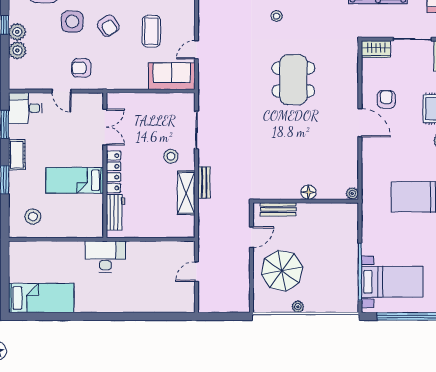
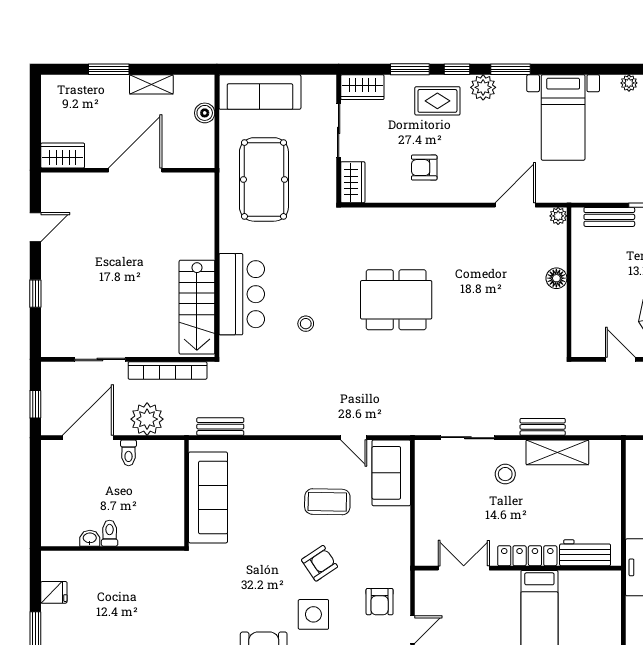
door: (360, 123) -> (515, 205), moved
bench: (278, 209) -> (609, 217), moved, turned 90

